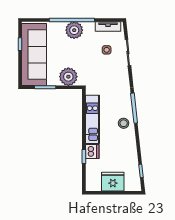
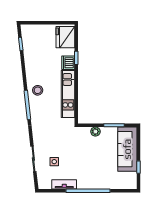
tv unit: (108, 26) -> (64, 184), moved
plant: (74, 30) -> (86, 181), removed
sofa: (34, 54) -> (127, 149), width x0.74, depth x0.79
plant: (68, 77) -> (95, 132), width x0.53, depth x0.53
fridge: (113, 182) -> (65, 37), moved, turned 90

